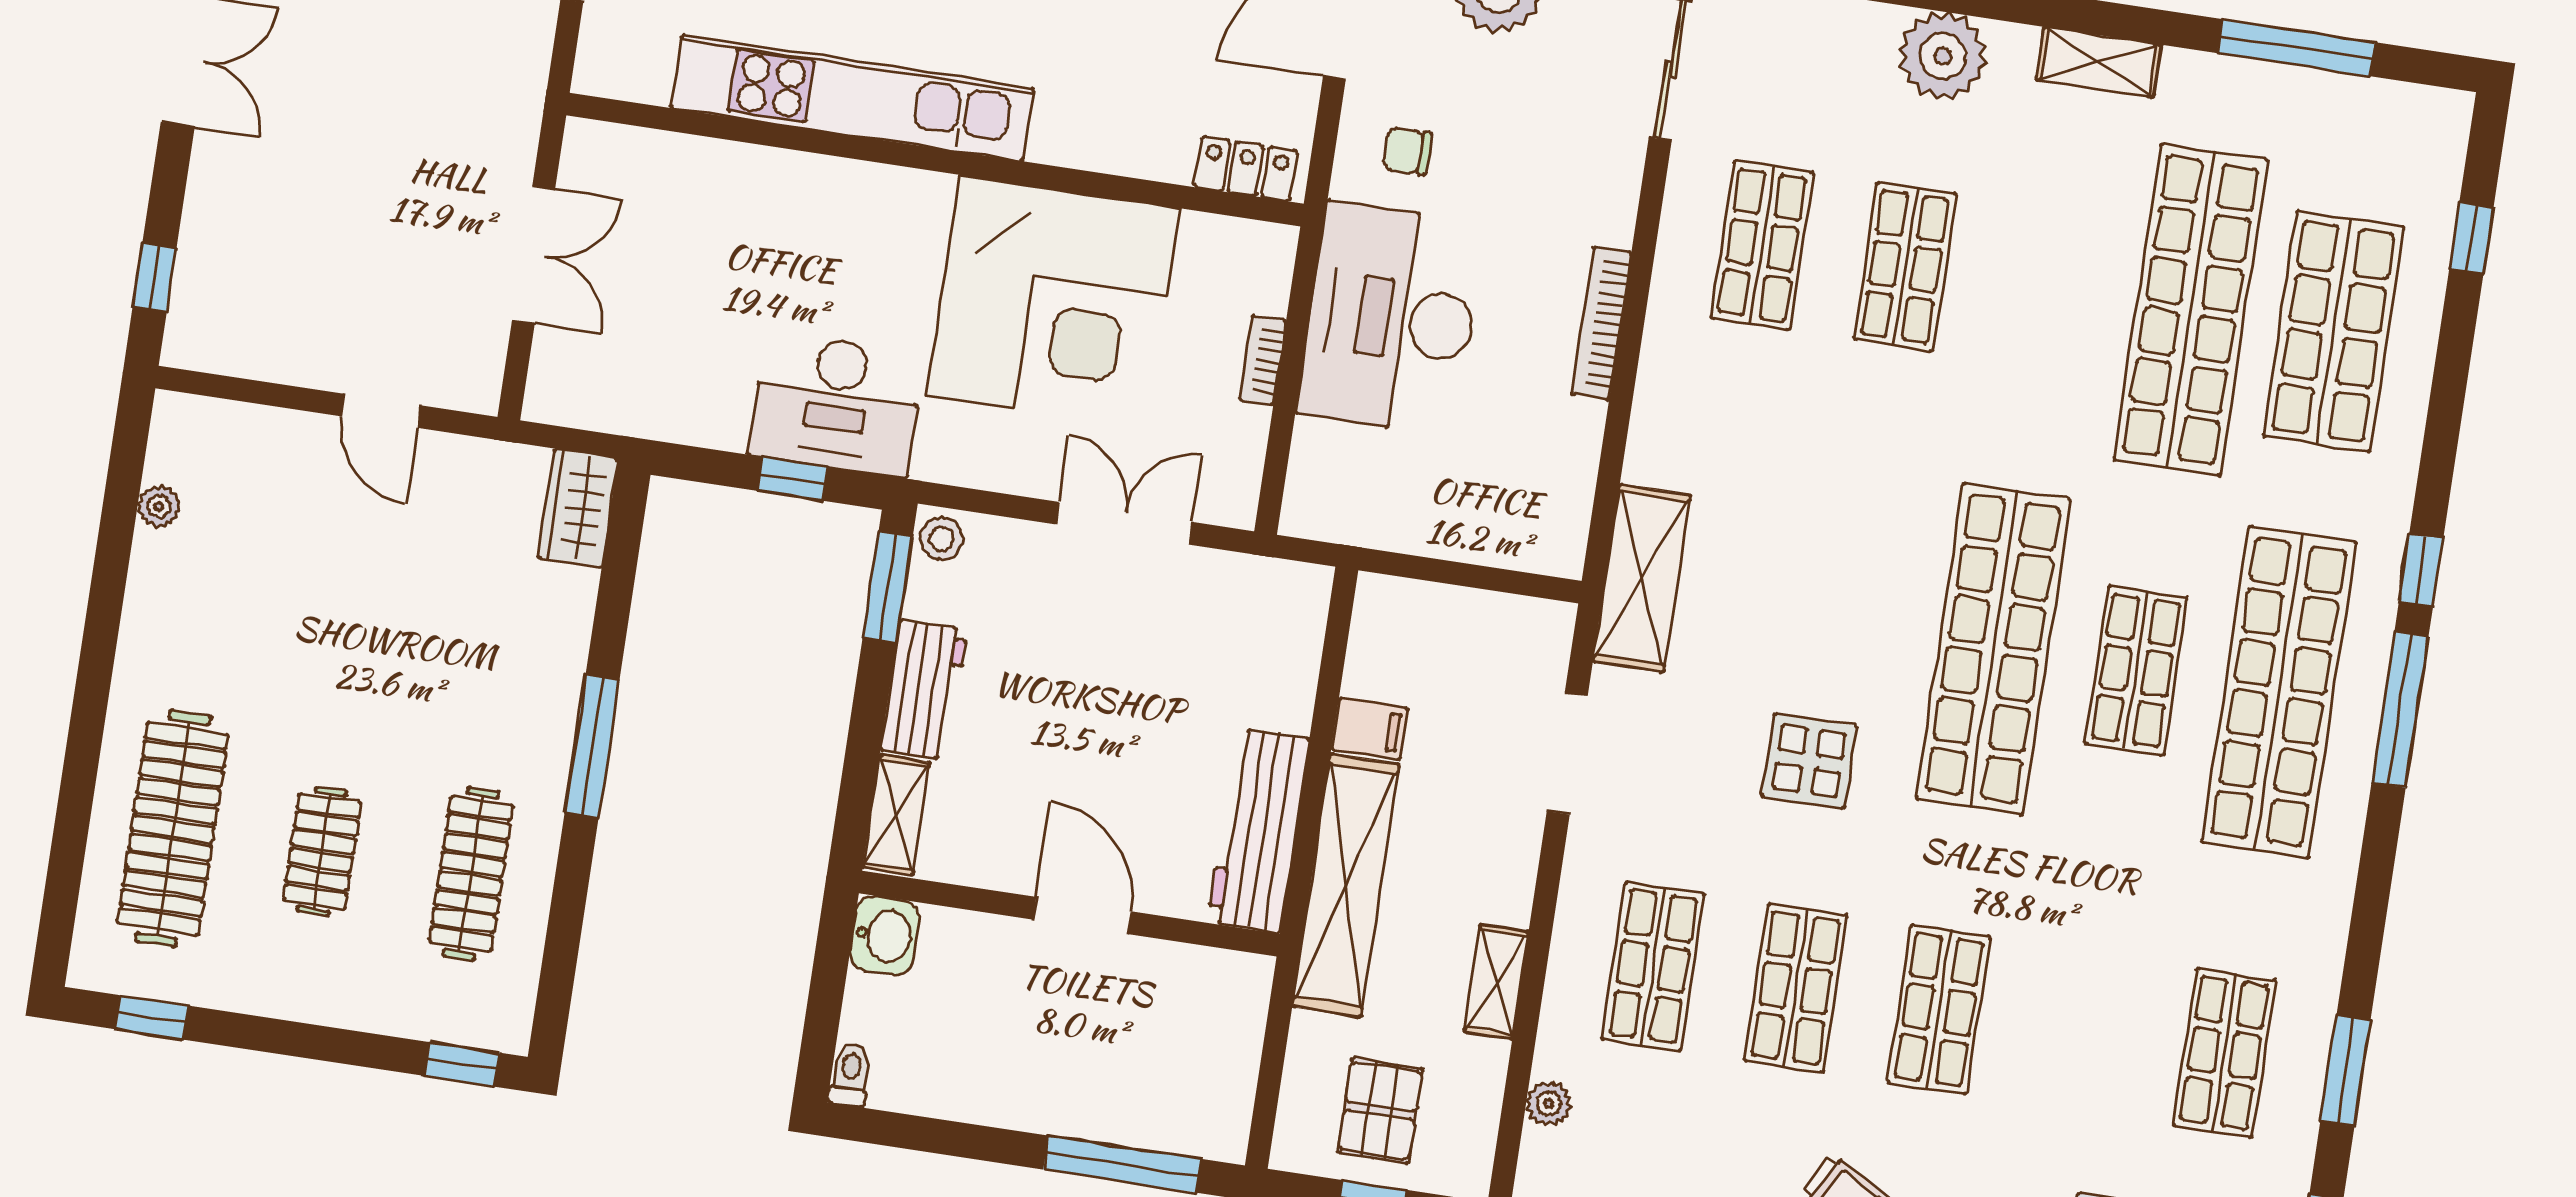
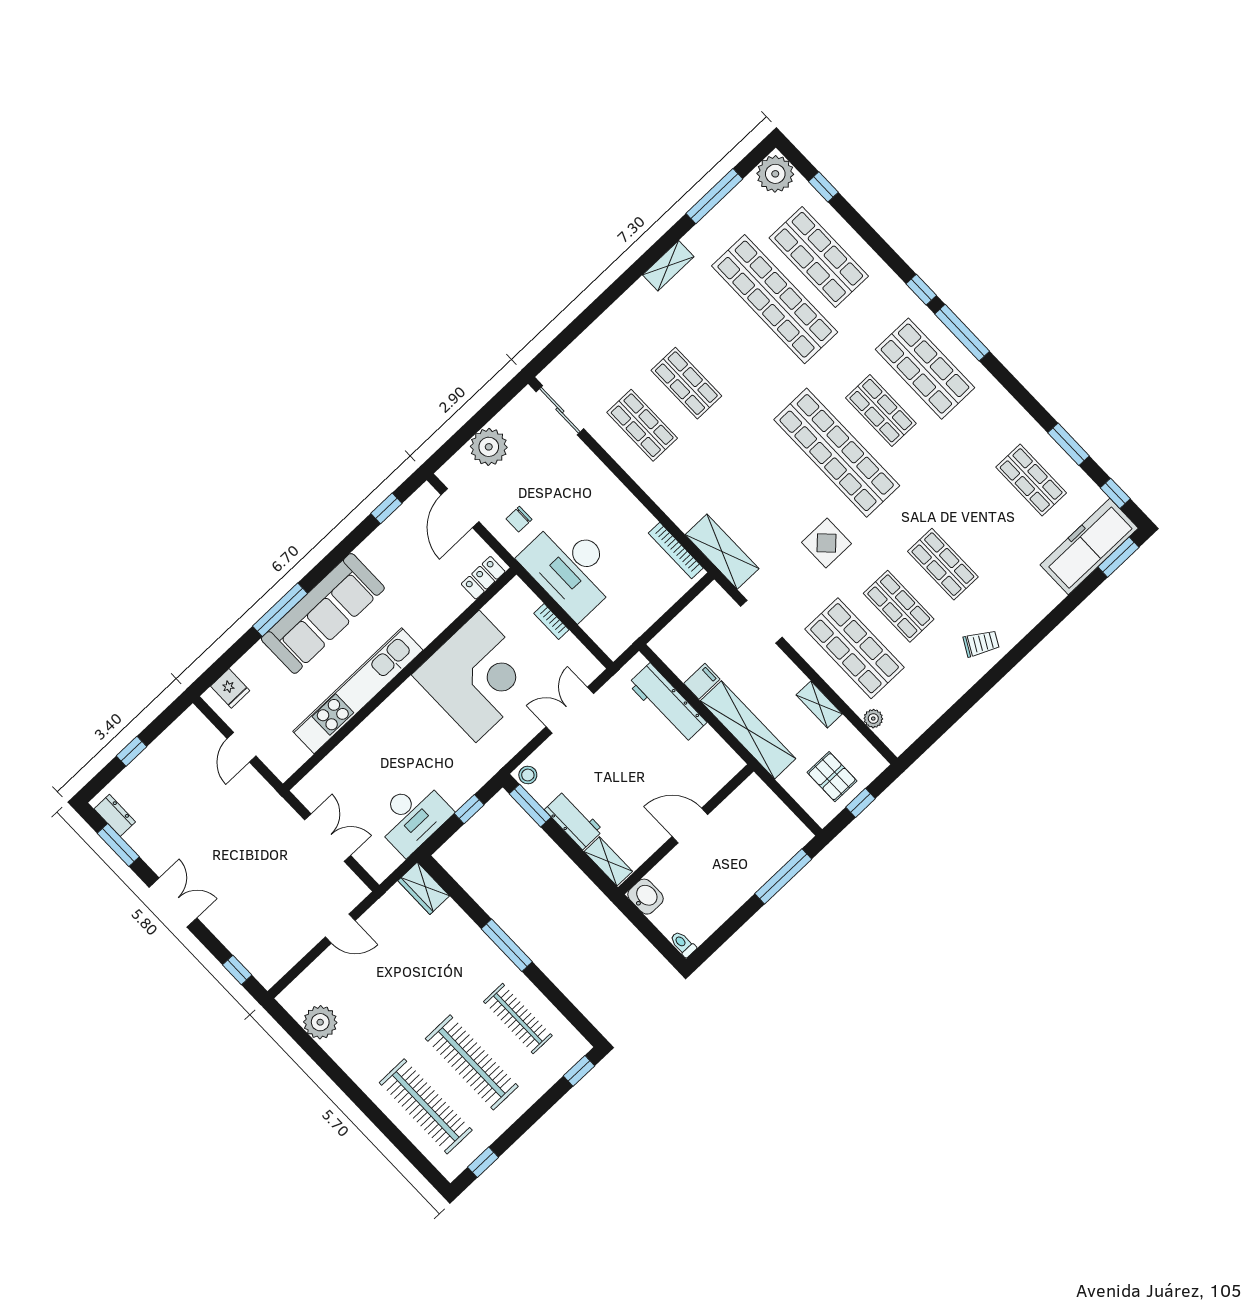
plant: (1943, 56) -> (775, 174), moved
bookcase: (1601, 323) -> (676, 551), moved
desk: (836, 404) -> (412, 816), moved
plant: (159, 506) -> (320, 1022), width x1.88, depth x1.88
shop shelf: (2279, 692) -> (925, 369), width x0.71
workbench: (1258, 830) -> (667, 703), moved
clothes rail: (322, 851) -> (472, 1062), width x1.86, depth x1.31
shop shelf: (1653, 966) -> (855, 648), width x1.43, depth x1.36

